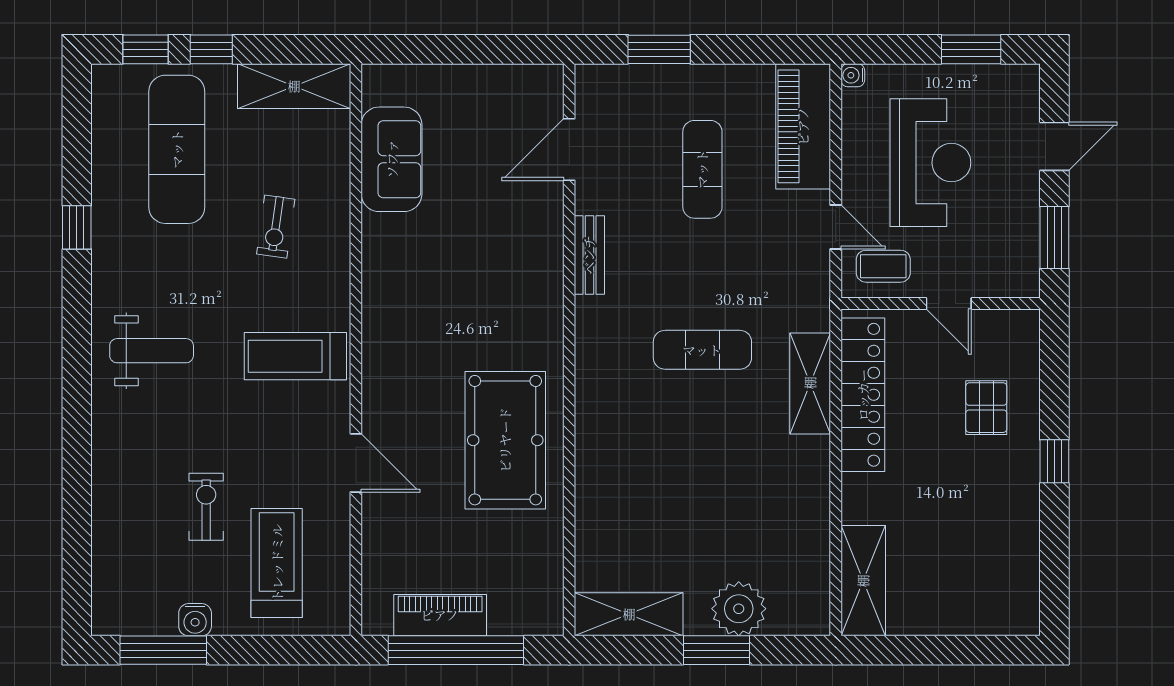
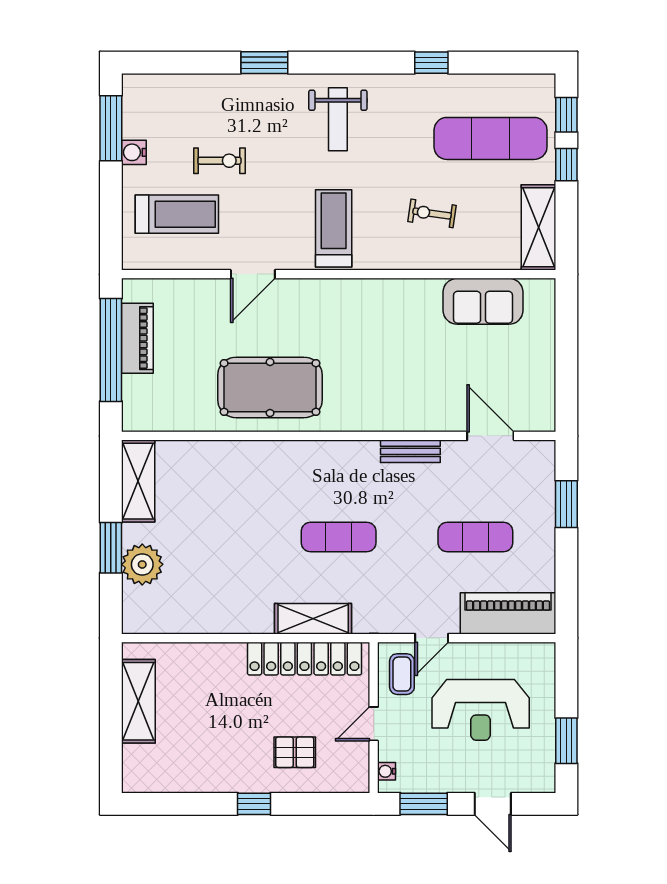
water cooler: (853, 75) -> (387, 771), moved, turned -90
exercise mat: (702, 350) -> (339, 537), turned 90
window: (77, 448) -> (264, 63), added
shelving: (863, 581) -> (138, 701), moved, turned 90

